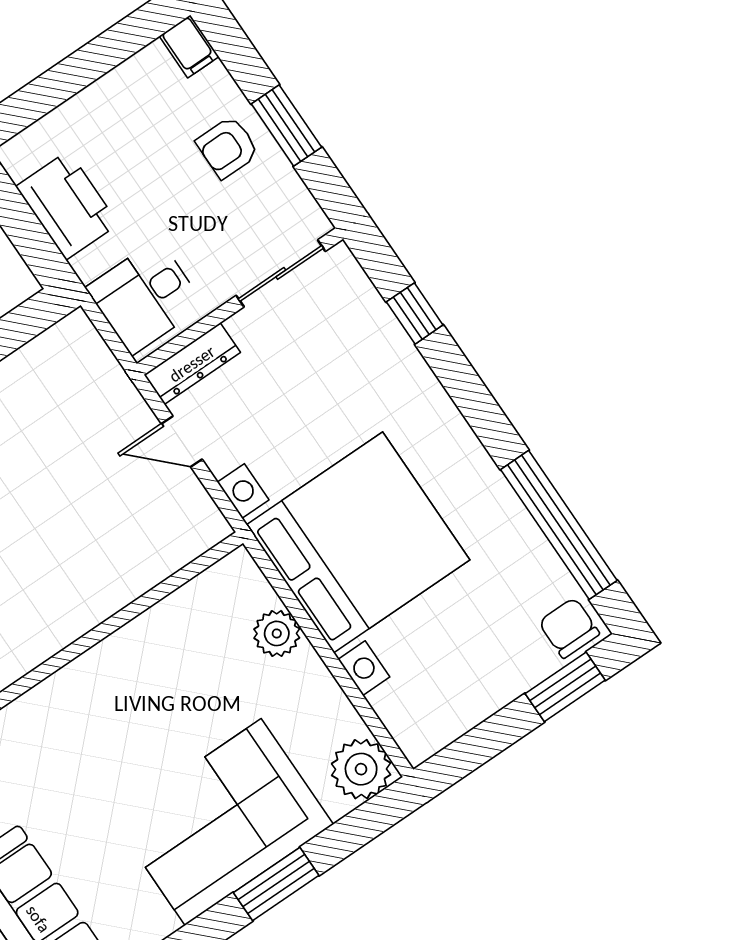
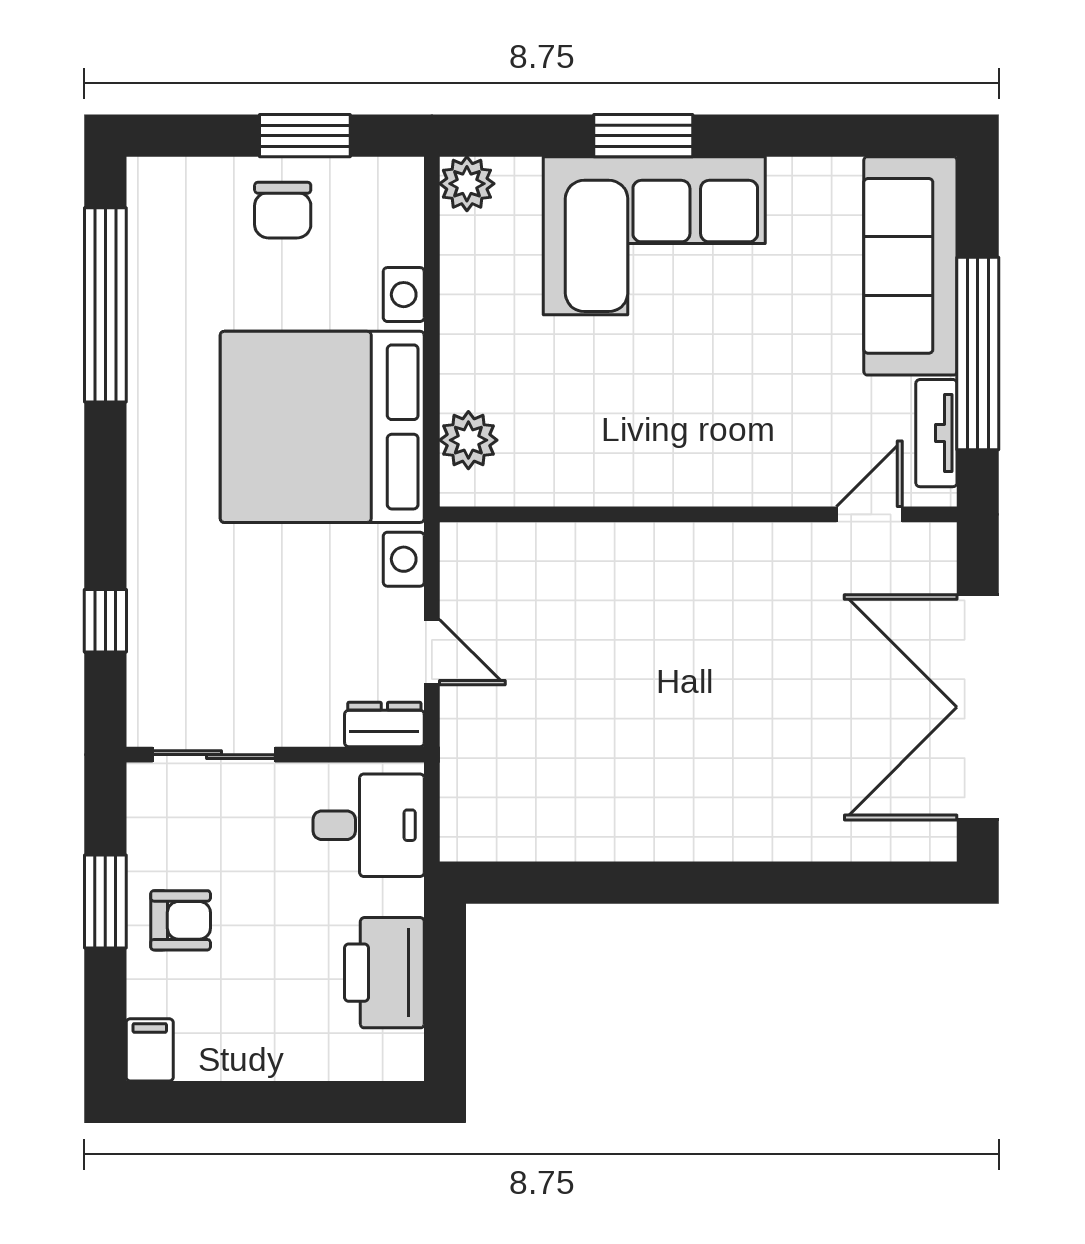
dresser: (192, 364) -> (384, 725), width x0.70
chair: (569, 628) -> (283, 210), moved
plant: (277, 633) -> (468, 440), moved
window: (565, 687) -> (305, 136), moved
plant: (361, 769) -> (467, 184), width x0.73, depth x0.73

